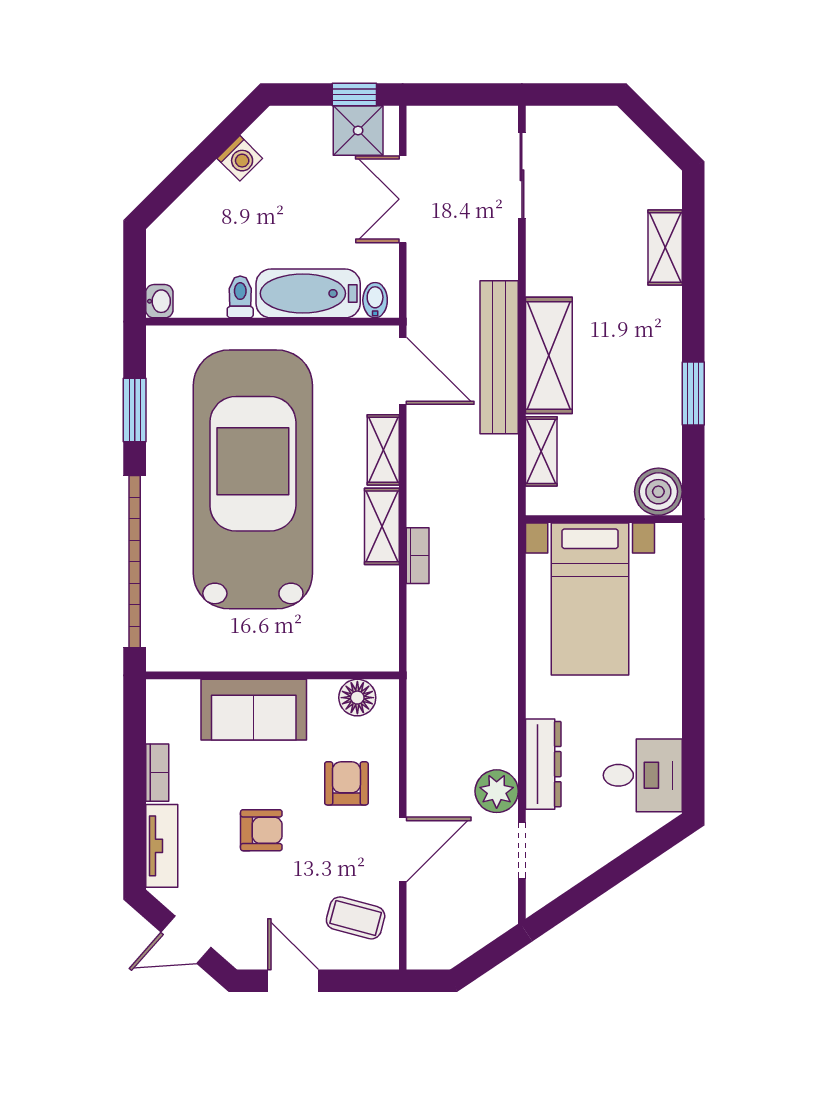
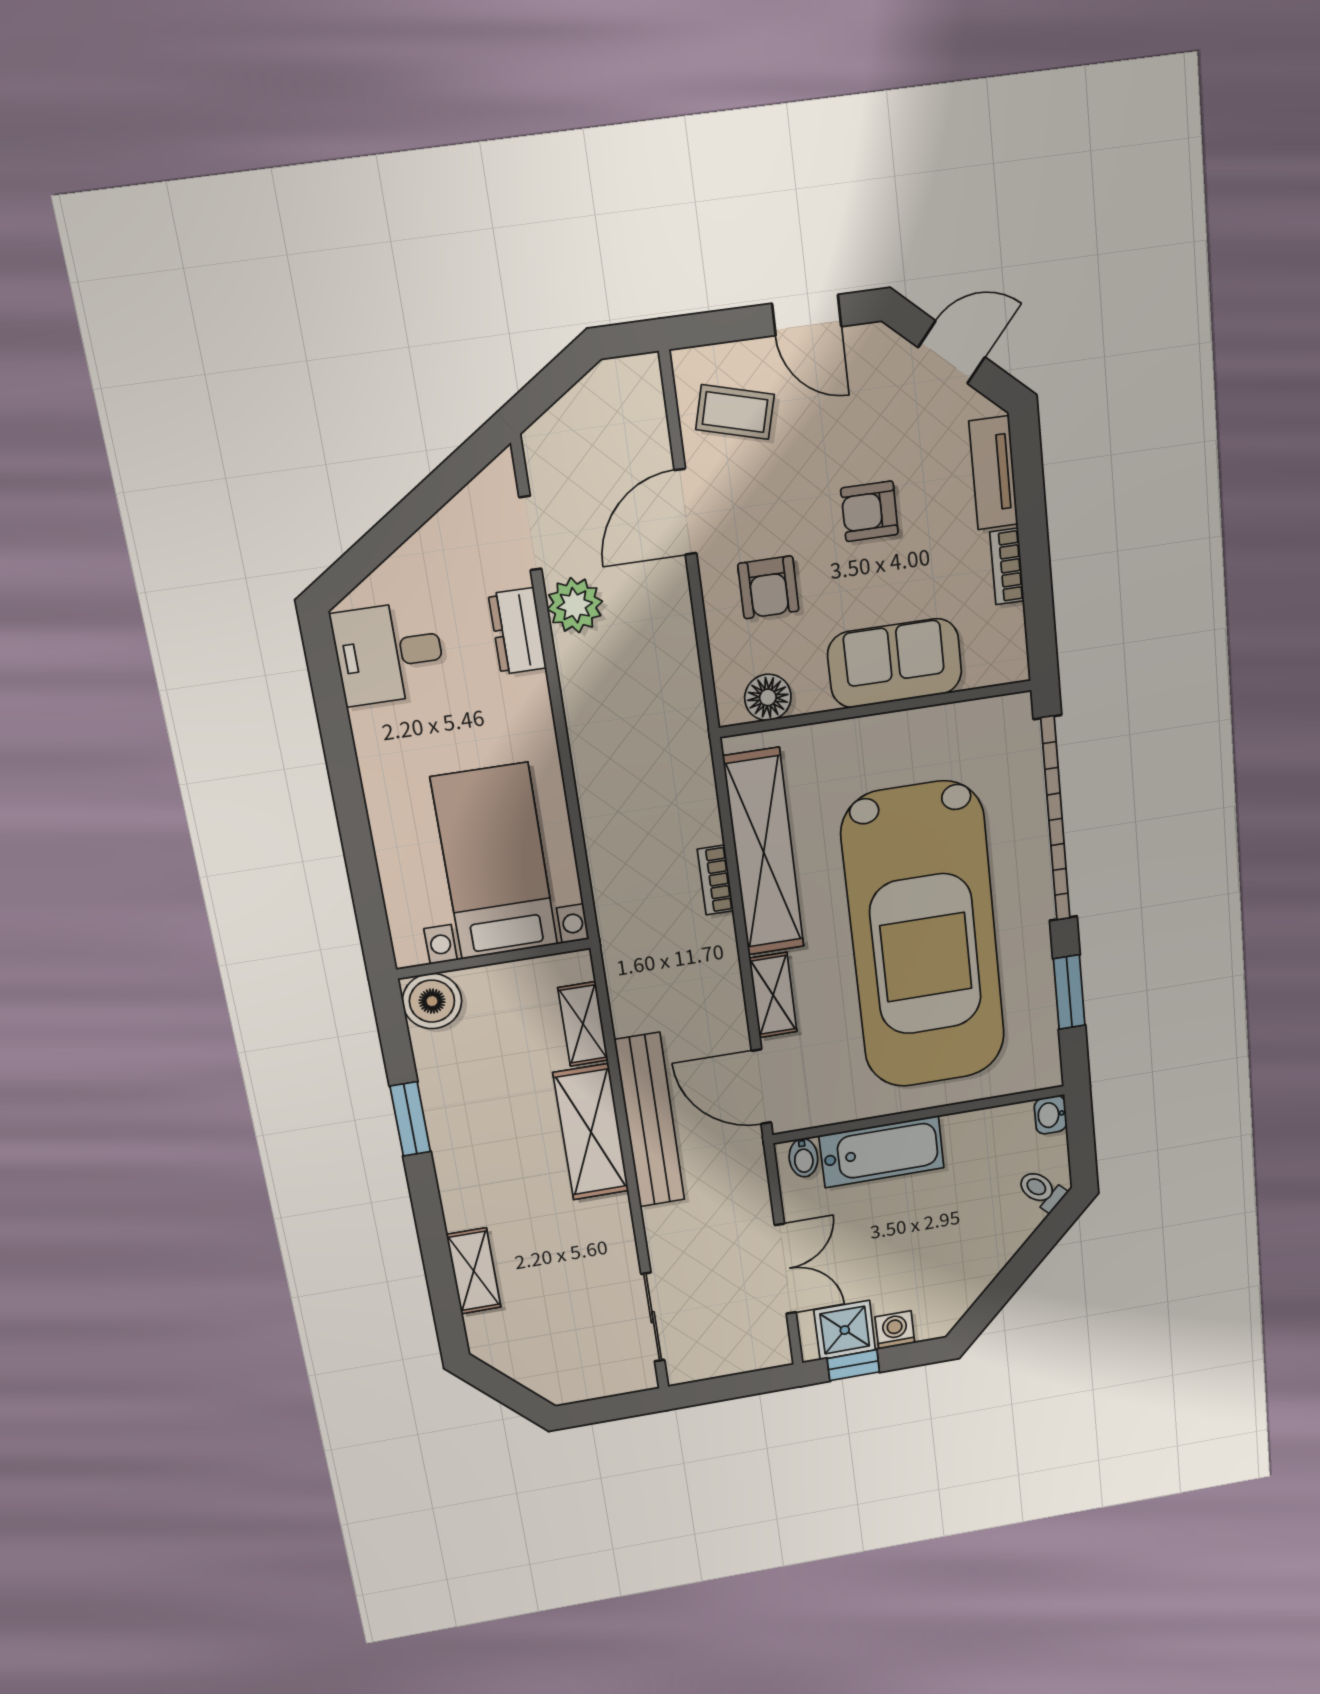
washing machine: (240, 158) -> (895, 1330), moved, turned 45
toilet: (240, 297) -> (1041, 1190), moved, turned 135
shelving: (382, 526) -> (764, 852), width x2.20, depth x1.33
dresser: (543, 764) -> (517, 631), width x0.70

